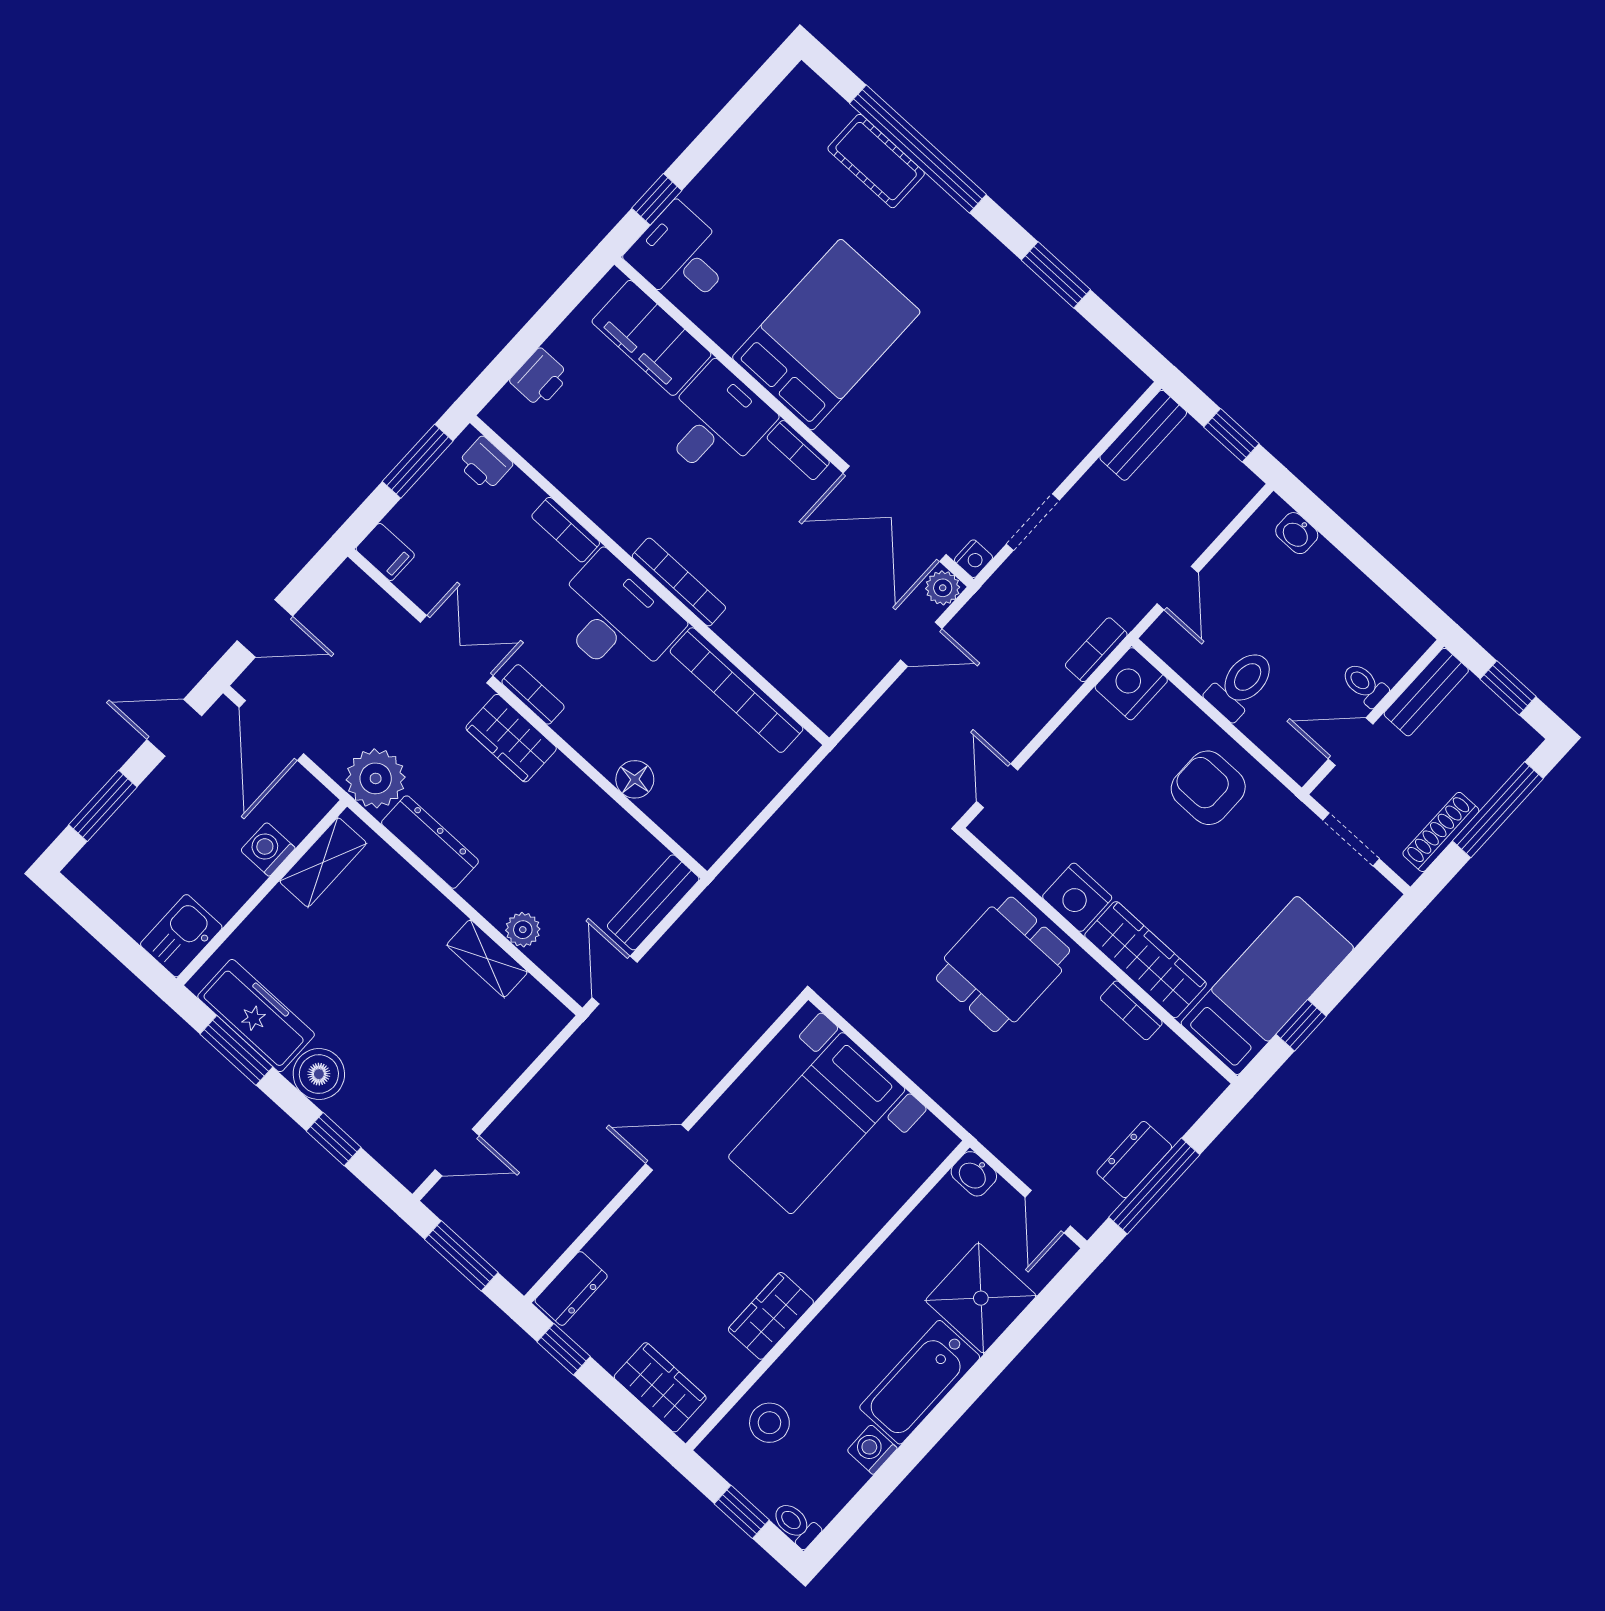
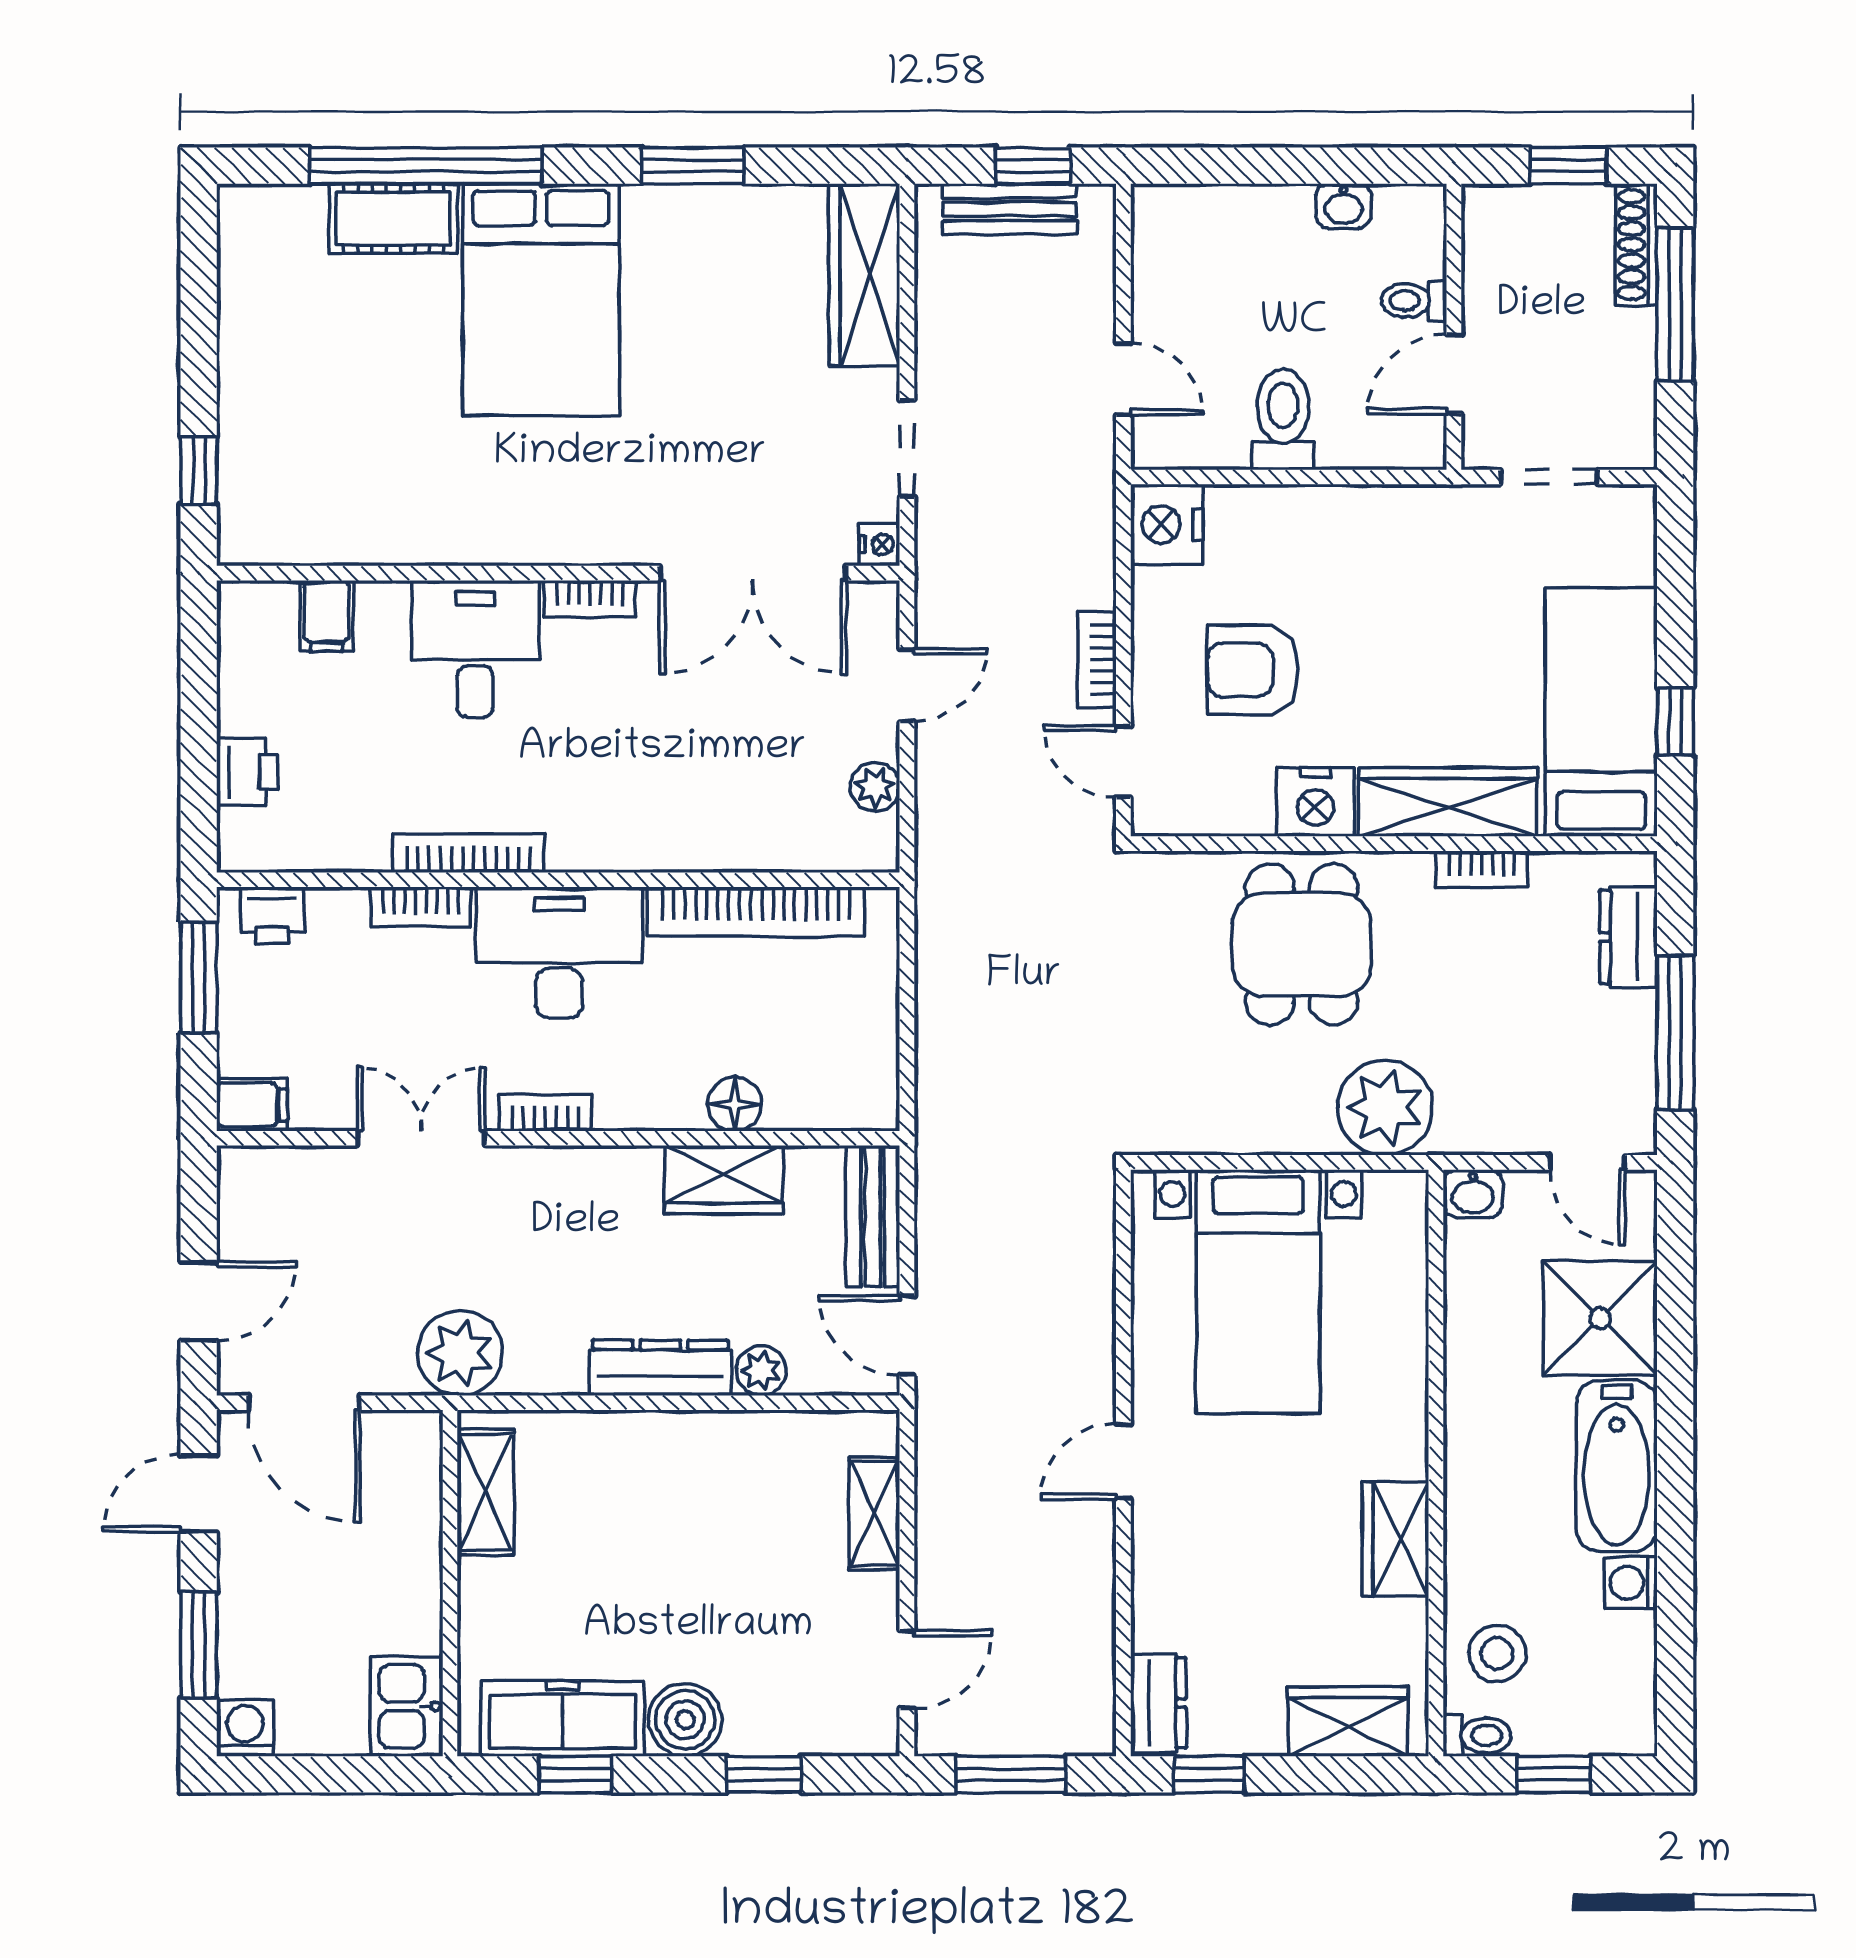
desk: (681, 257) -> (279, 508), removed
bed: (826, 335) -> (541, 300), moved, turned 180
filing cabinet: (651, 338) -> (327, 616), width x0.33, depth x0.86
wardrobe: (1093, 412) -> (864, 275), added
bench: (1143, 435) -> (1010, 209), moved, turned 90
washbasin: (1297, 533) -> (1343, 206), moved
bookcase: (679, 582) -> (469, 853), moved
plant: (943, 588) -> (875, 787), moved
bookcase: (1096, 650) -> (1097, 660), moved
bench: (1426, 692) -> (1486, 249), removed
wardrobe: (511, 738) -> (724, 1180), moved
armchair: (1208, 788) -> (1253, 670), moved
shoe rack: (1441, 832) -> (1636, 245), moved
dresser: (430, 842) -> (660, 1368), moved
washing machine: (268, 849) -> (245, 1728), moved, turned 90
shelving: (487, 958) -> (874, 1514), moved, turned 90
window: (236, 1050) -> (575, 1774), width x0.67
plant: (969, 1088) -> (1385, 1108), added
dresser: (1134, 1160) -> (1629, 937), moved
toilet: (796, 1525) -> (1477, 1735), moved, turned 180

